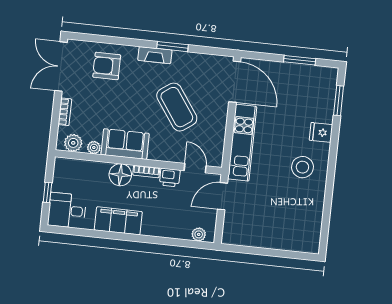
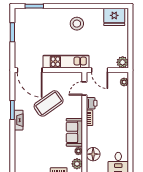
armchair: (107, 66) -> (28, 149), removed
door: (235, 82) -> (30, 70), swing flipped
fridge: (321, 132) -> (114, 17), moved, width x1.88, depth x1.34
floor lamp: (120, 175) -> (93, 154), moved
filing cabinet: (118, 221) -> (121, 132), removed
plant: (231, 235) -> (123, 62), added

